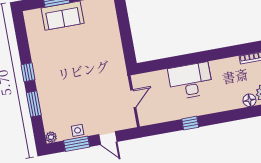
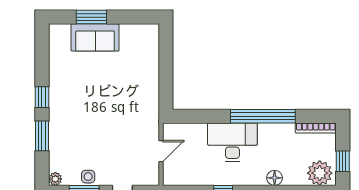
window: (211, 55) -> (263, 116), added
floor lamp: (249, 100) -> (275, 178), moved

